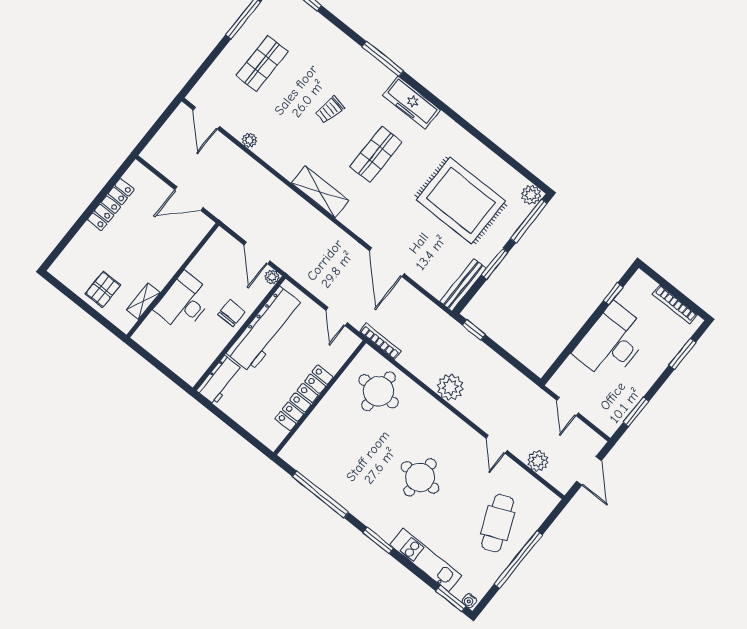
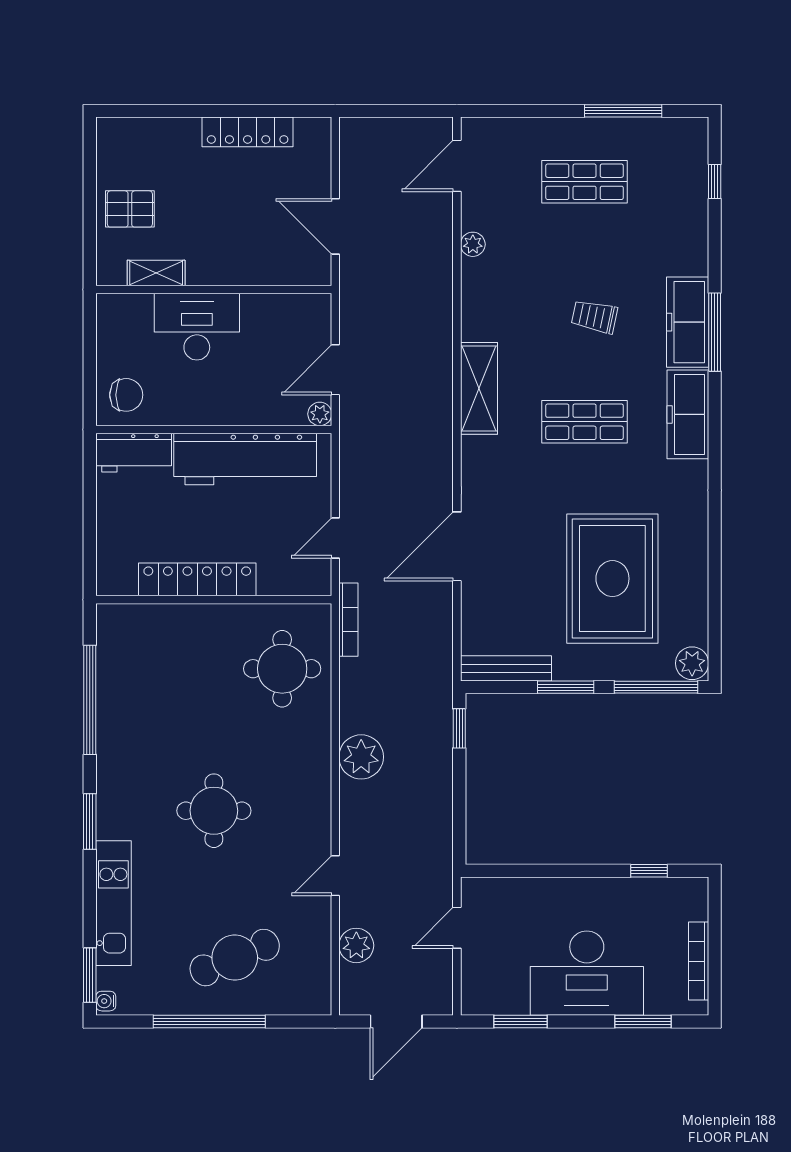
freezer: (368, 68) -> (688, 322), added
chair: (231, 313) -> (126, 395), moved
desk: (612, 342) -> (587, 973), moved, turned 180

